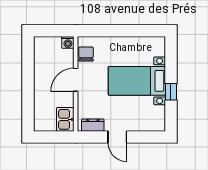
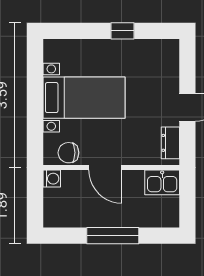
bed with nightstands: (137, 81) -> (84, 98), moved, turned -90
window: (28, 85) -> (113, 236), added

